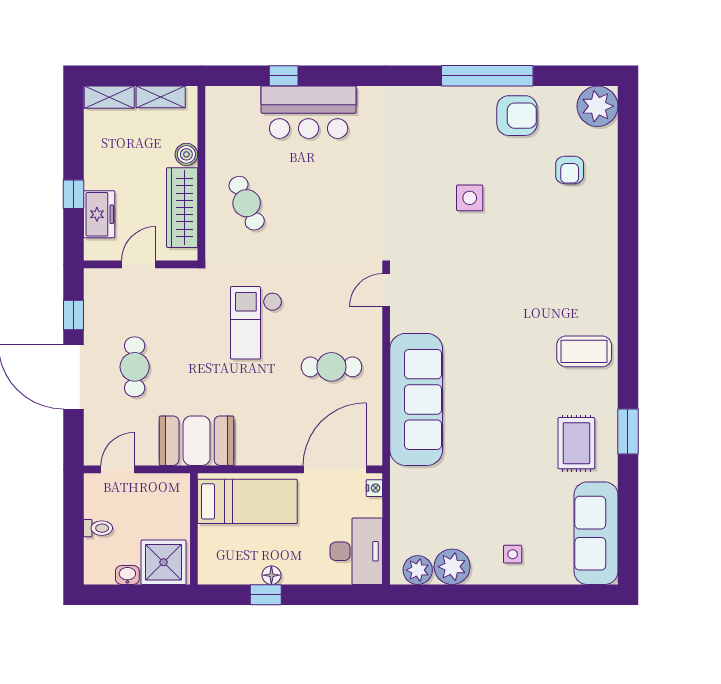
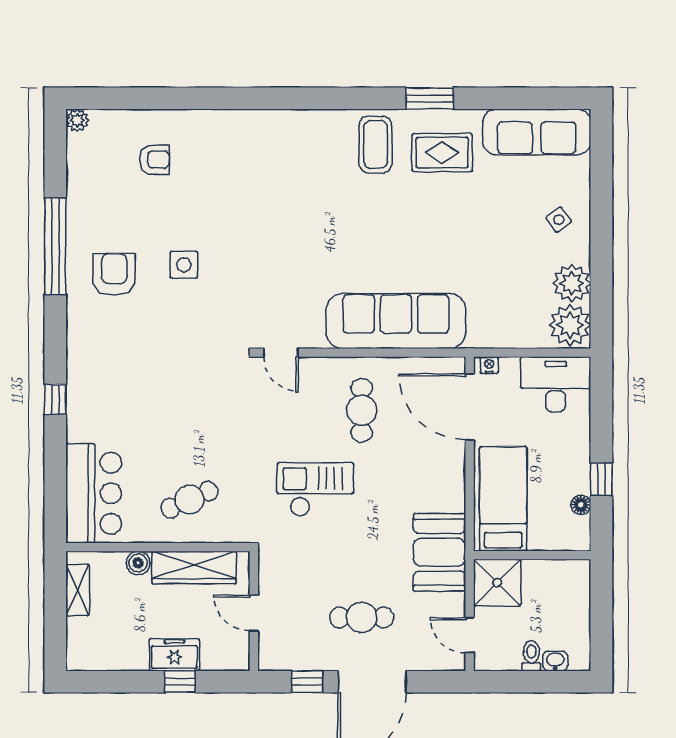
window: (284, 76) -> (55, 399), moved
shelving: (109, 97) -> (78, 644), removed
plant: (597, 106) -> (77, 120), width x0.53, depth x0.53
bar counter: (309, 112) -> (94, 493), moved
armchair: (517, 116) -> (114, 275), moved
freezer: (99, 214) -> (174, 655), moved
checkout: (256, 323) -> (315, 490), turned 180
coffee table: (584, 351) -> (376, 144), moved
side table: (513, 554) -> (559, 220), turned -37
shower: (164, 562) -> (497, 583), moved
plant: (418, 570) -> (570, 325), width x1.36, depth x1.36
washbasin: (127, 575) -> (555, 661), moved, turned 90
floor lamp: (271, 575) -> (581, 505), moved

